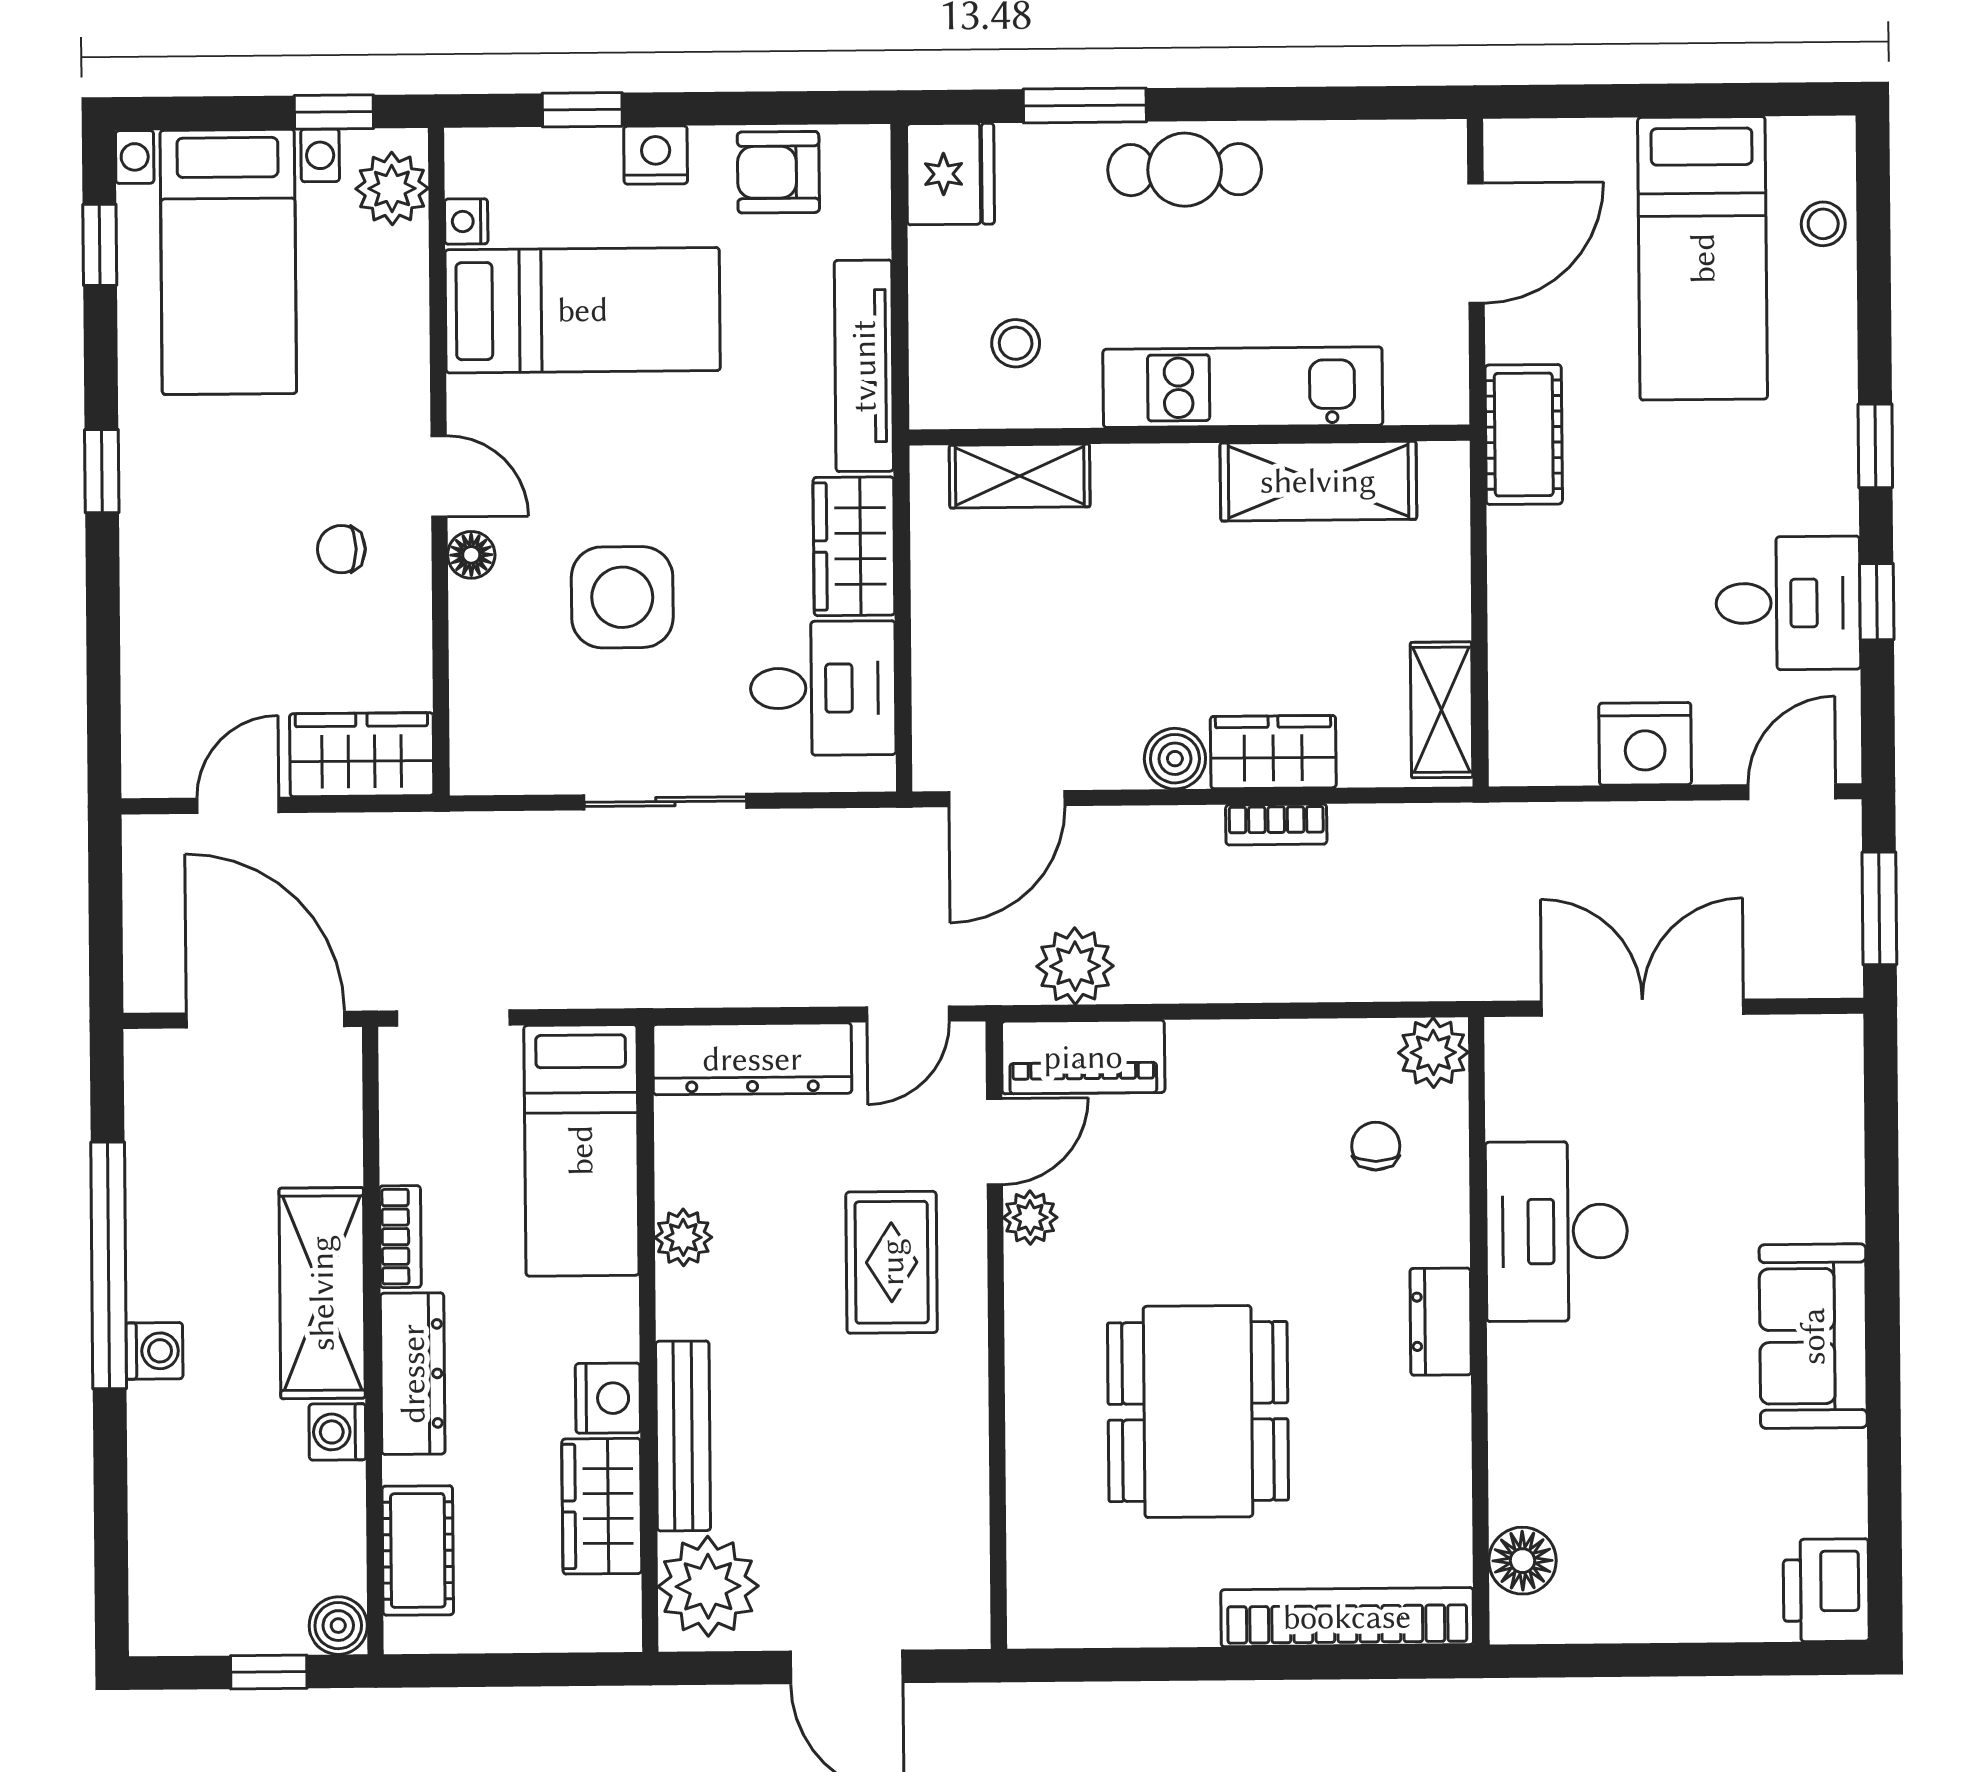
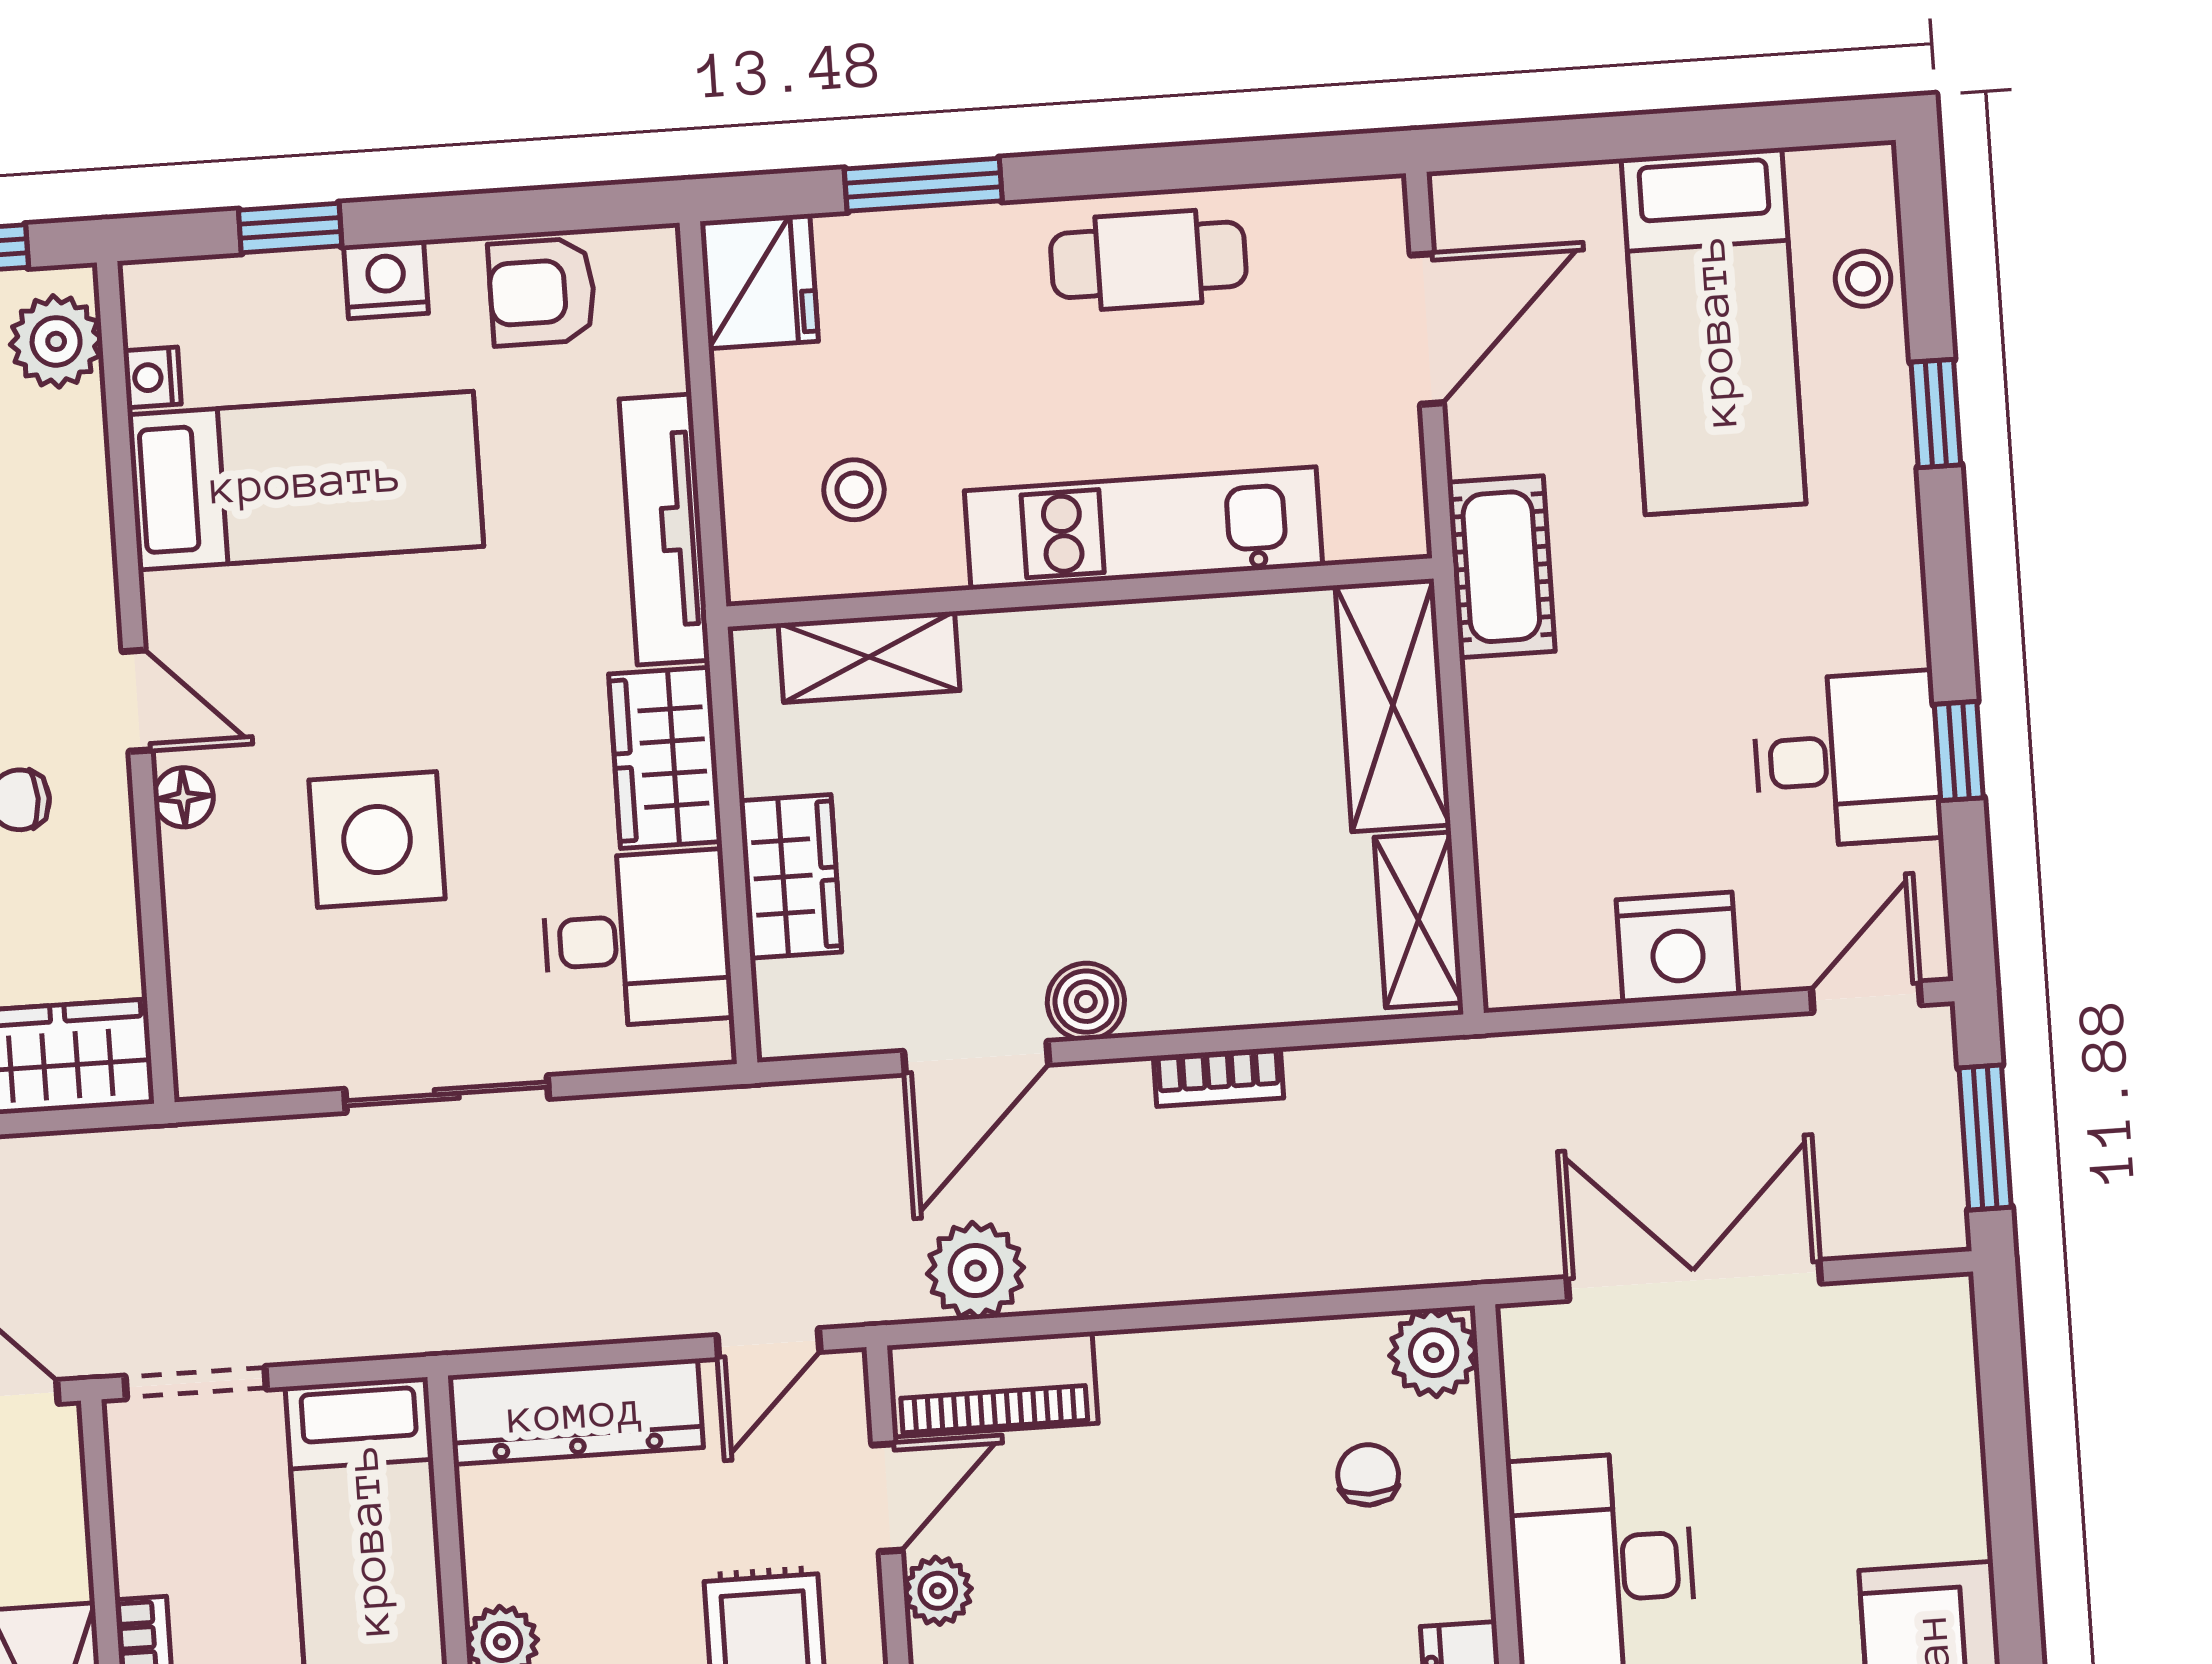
cafe table: (1185, 170) -> (1148, 260), moved
window: (1875, 446) -> (1936, 414), moved
shelving: (1318, 481) -> (1393, 705), moved, turned 90
wardrobe: (1273, 752) -> (790, 876), moved, turned 90
door: (1007, 799) -> (976, 1058), moved

